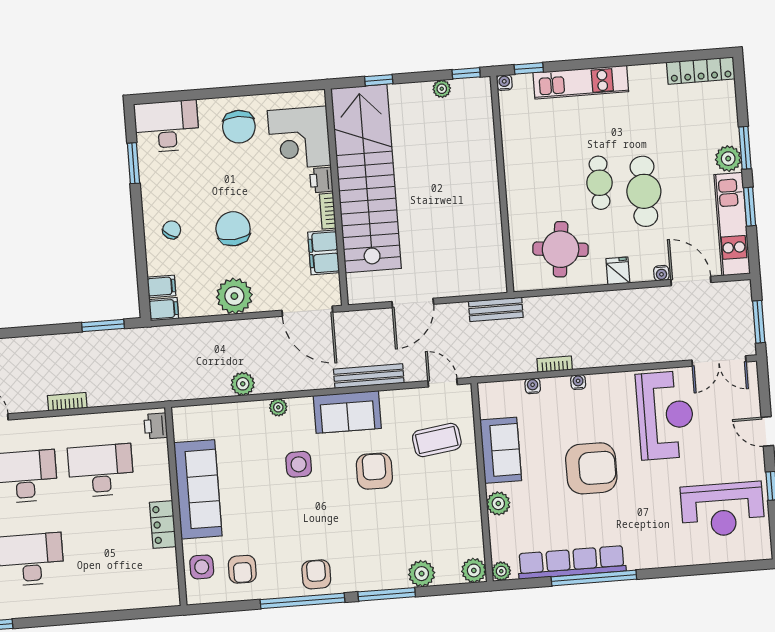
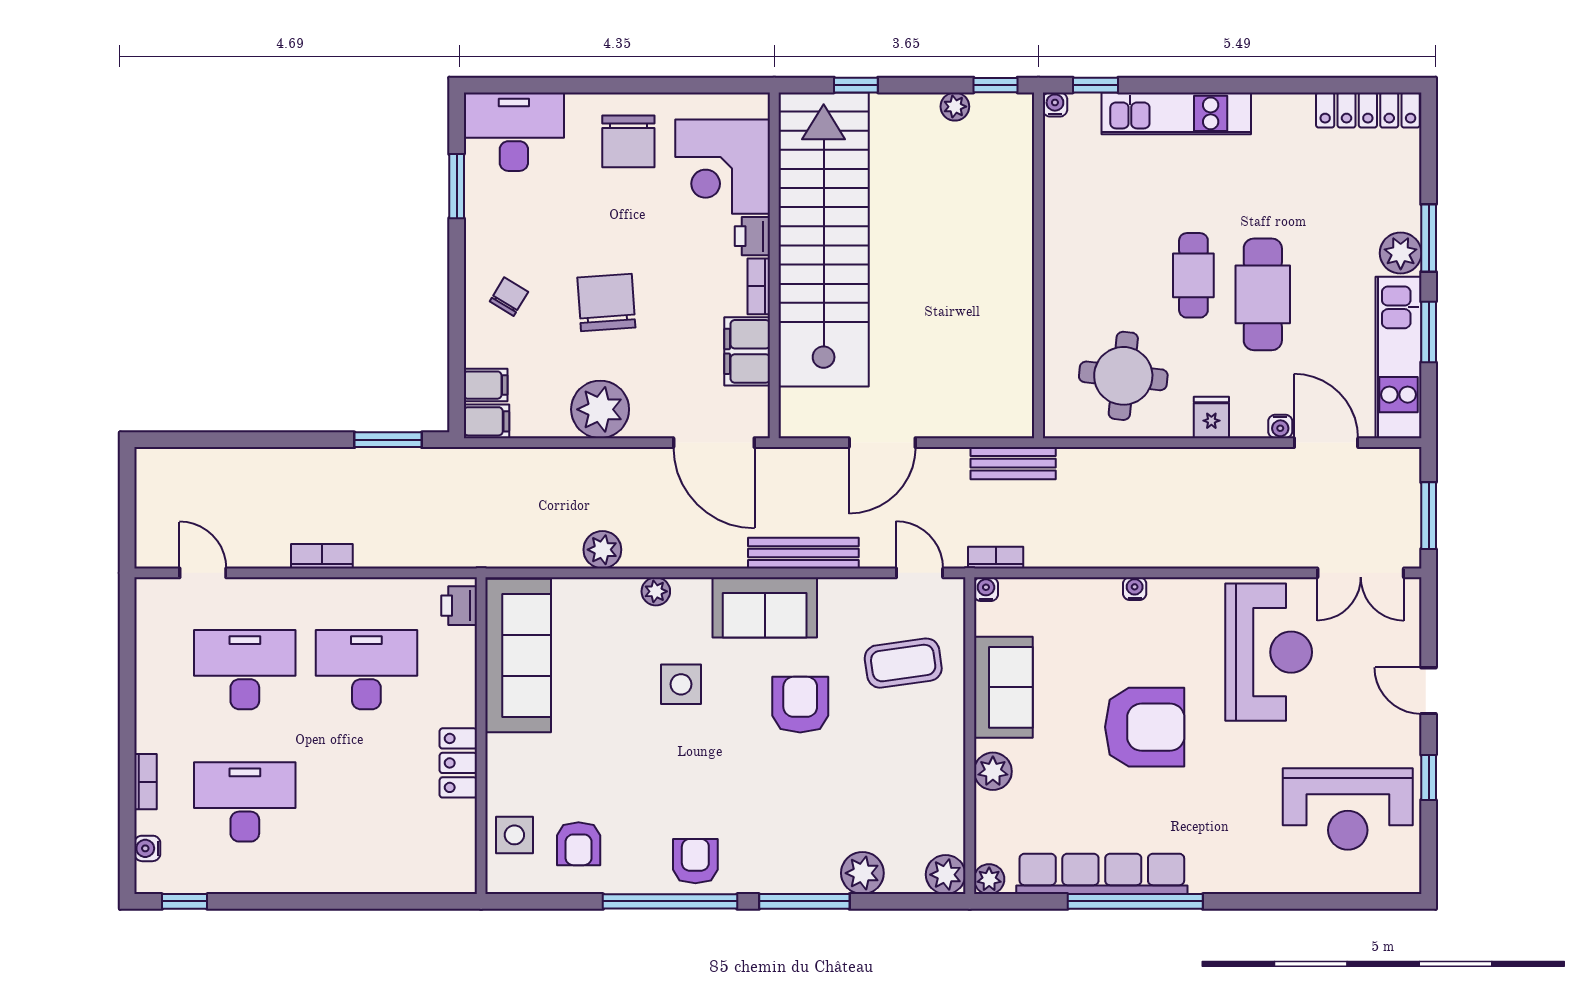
bookcase: (555, 364) -> (996, 558), moved
water cooler: (533, 386) -> (986, 589), moved
sofa: (198, 489) -> (518, 656), moved

